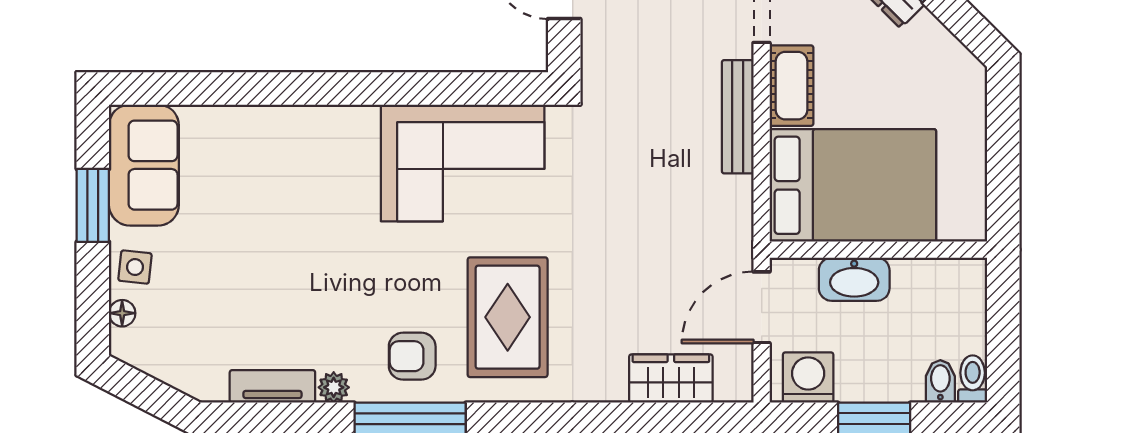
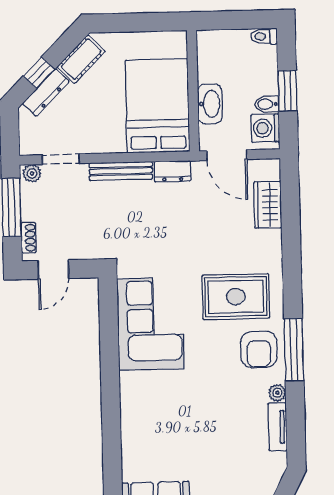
cot: (792, 86) -> (81, 59), moved, turned -45
dresser: (735, 209) -> (173, 171), added
armchair: (412, 356) -> (259, 349), width x1.38, depth x1.38
bidet: (940, 381) -> (267, 104), moved

